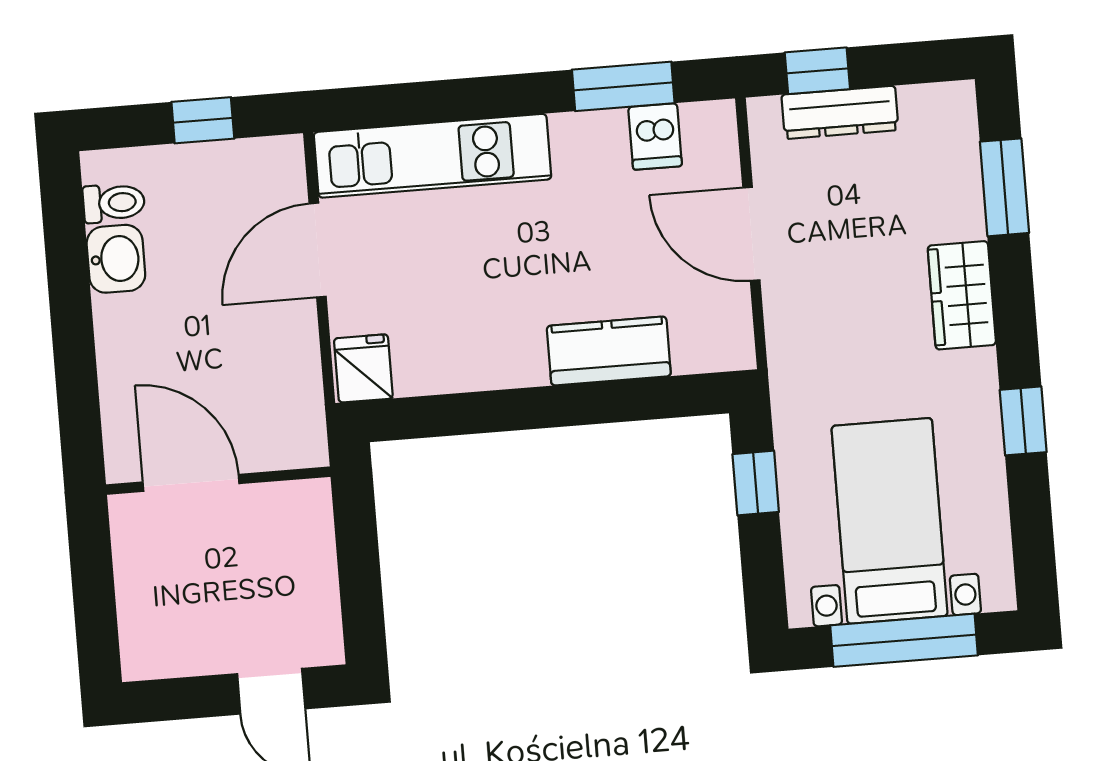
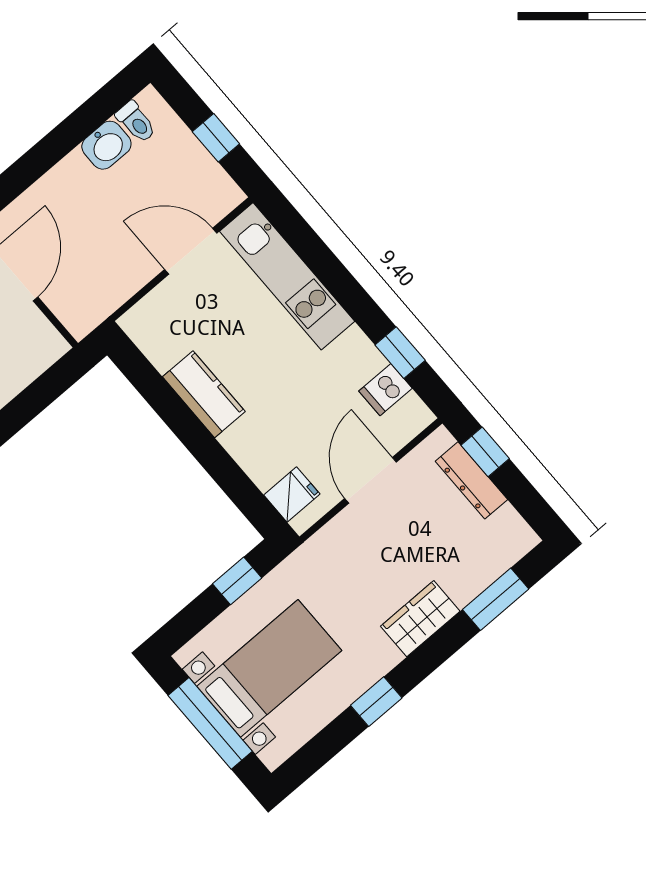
window: (623, 86) -> (400, 353), width x0.67
kitchen counter: (609, 351) -> (204, 394), moved
fridge: (363, 368) -> (292, 495), moved

